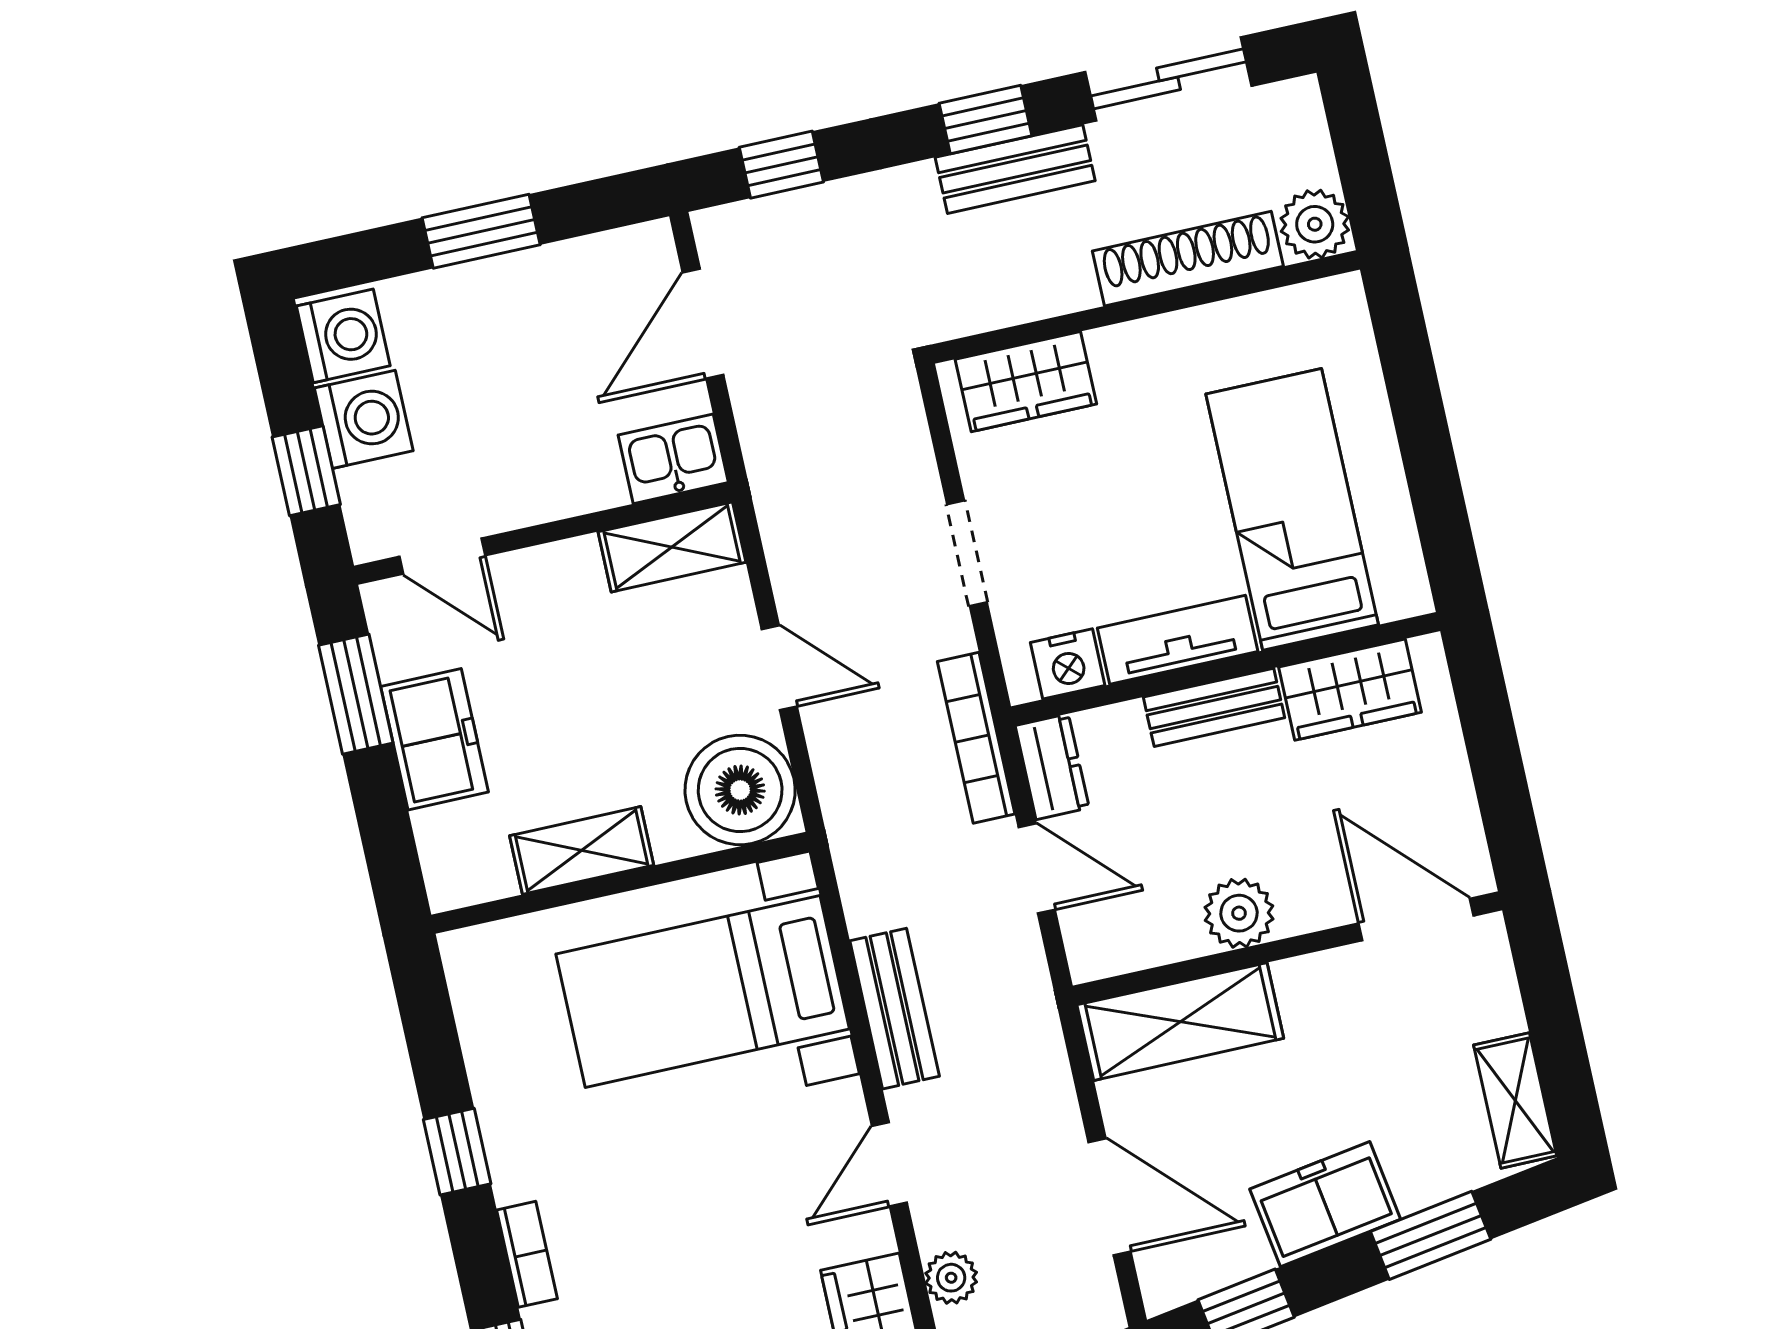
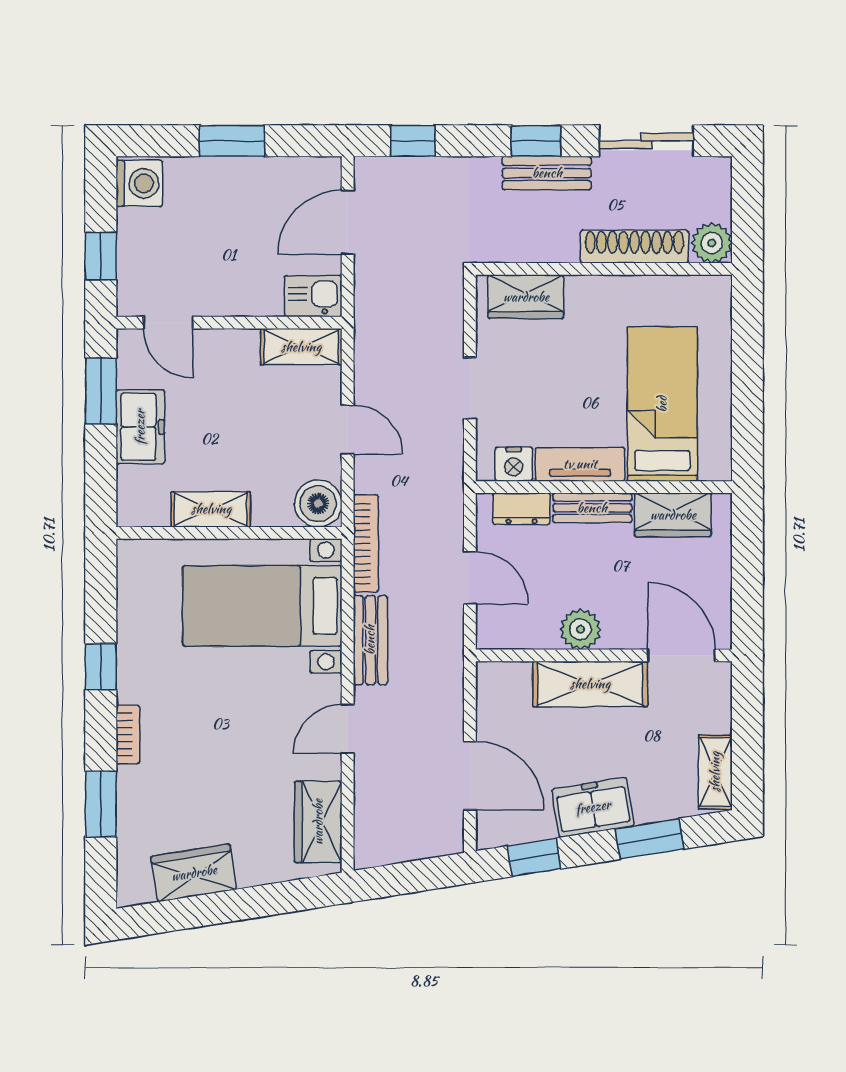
washing machine: (364, 419) -> (140, 234), removed
bookcase: (976, 738) -> (366, 544), moved, turned 180
dresser: (1052, 767) -> (521, 509), moved, turned 90
boiler: (740, 790) -> (318, 504), width x0.73, depth x0.73
shelving: (1180, 1022) -> (590, 684), moved
plant: (951, 1278) -> (369, 802), removed

